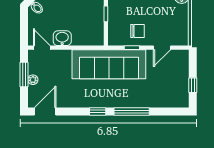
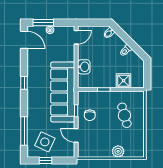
washbasin: (62, 38) -> (84, 67), moved
window: (24, 75) -> (43, 23), moved
side table: (170, 86) -> (45, 142), added
window: (132, 111) -> (24, 131), moved

